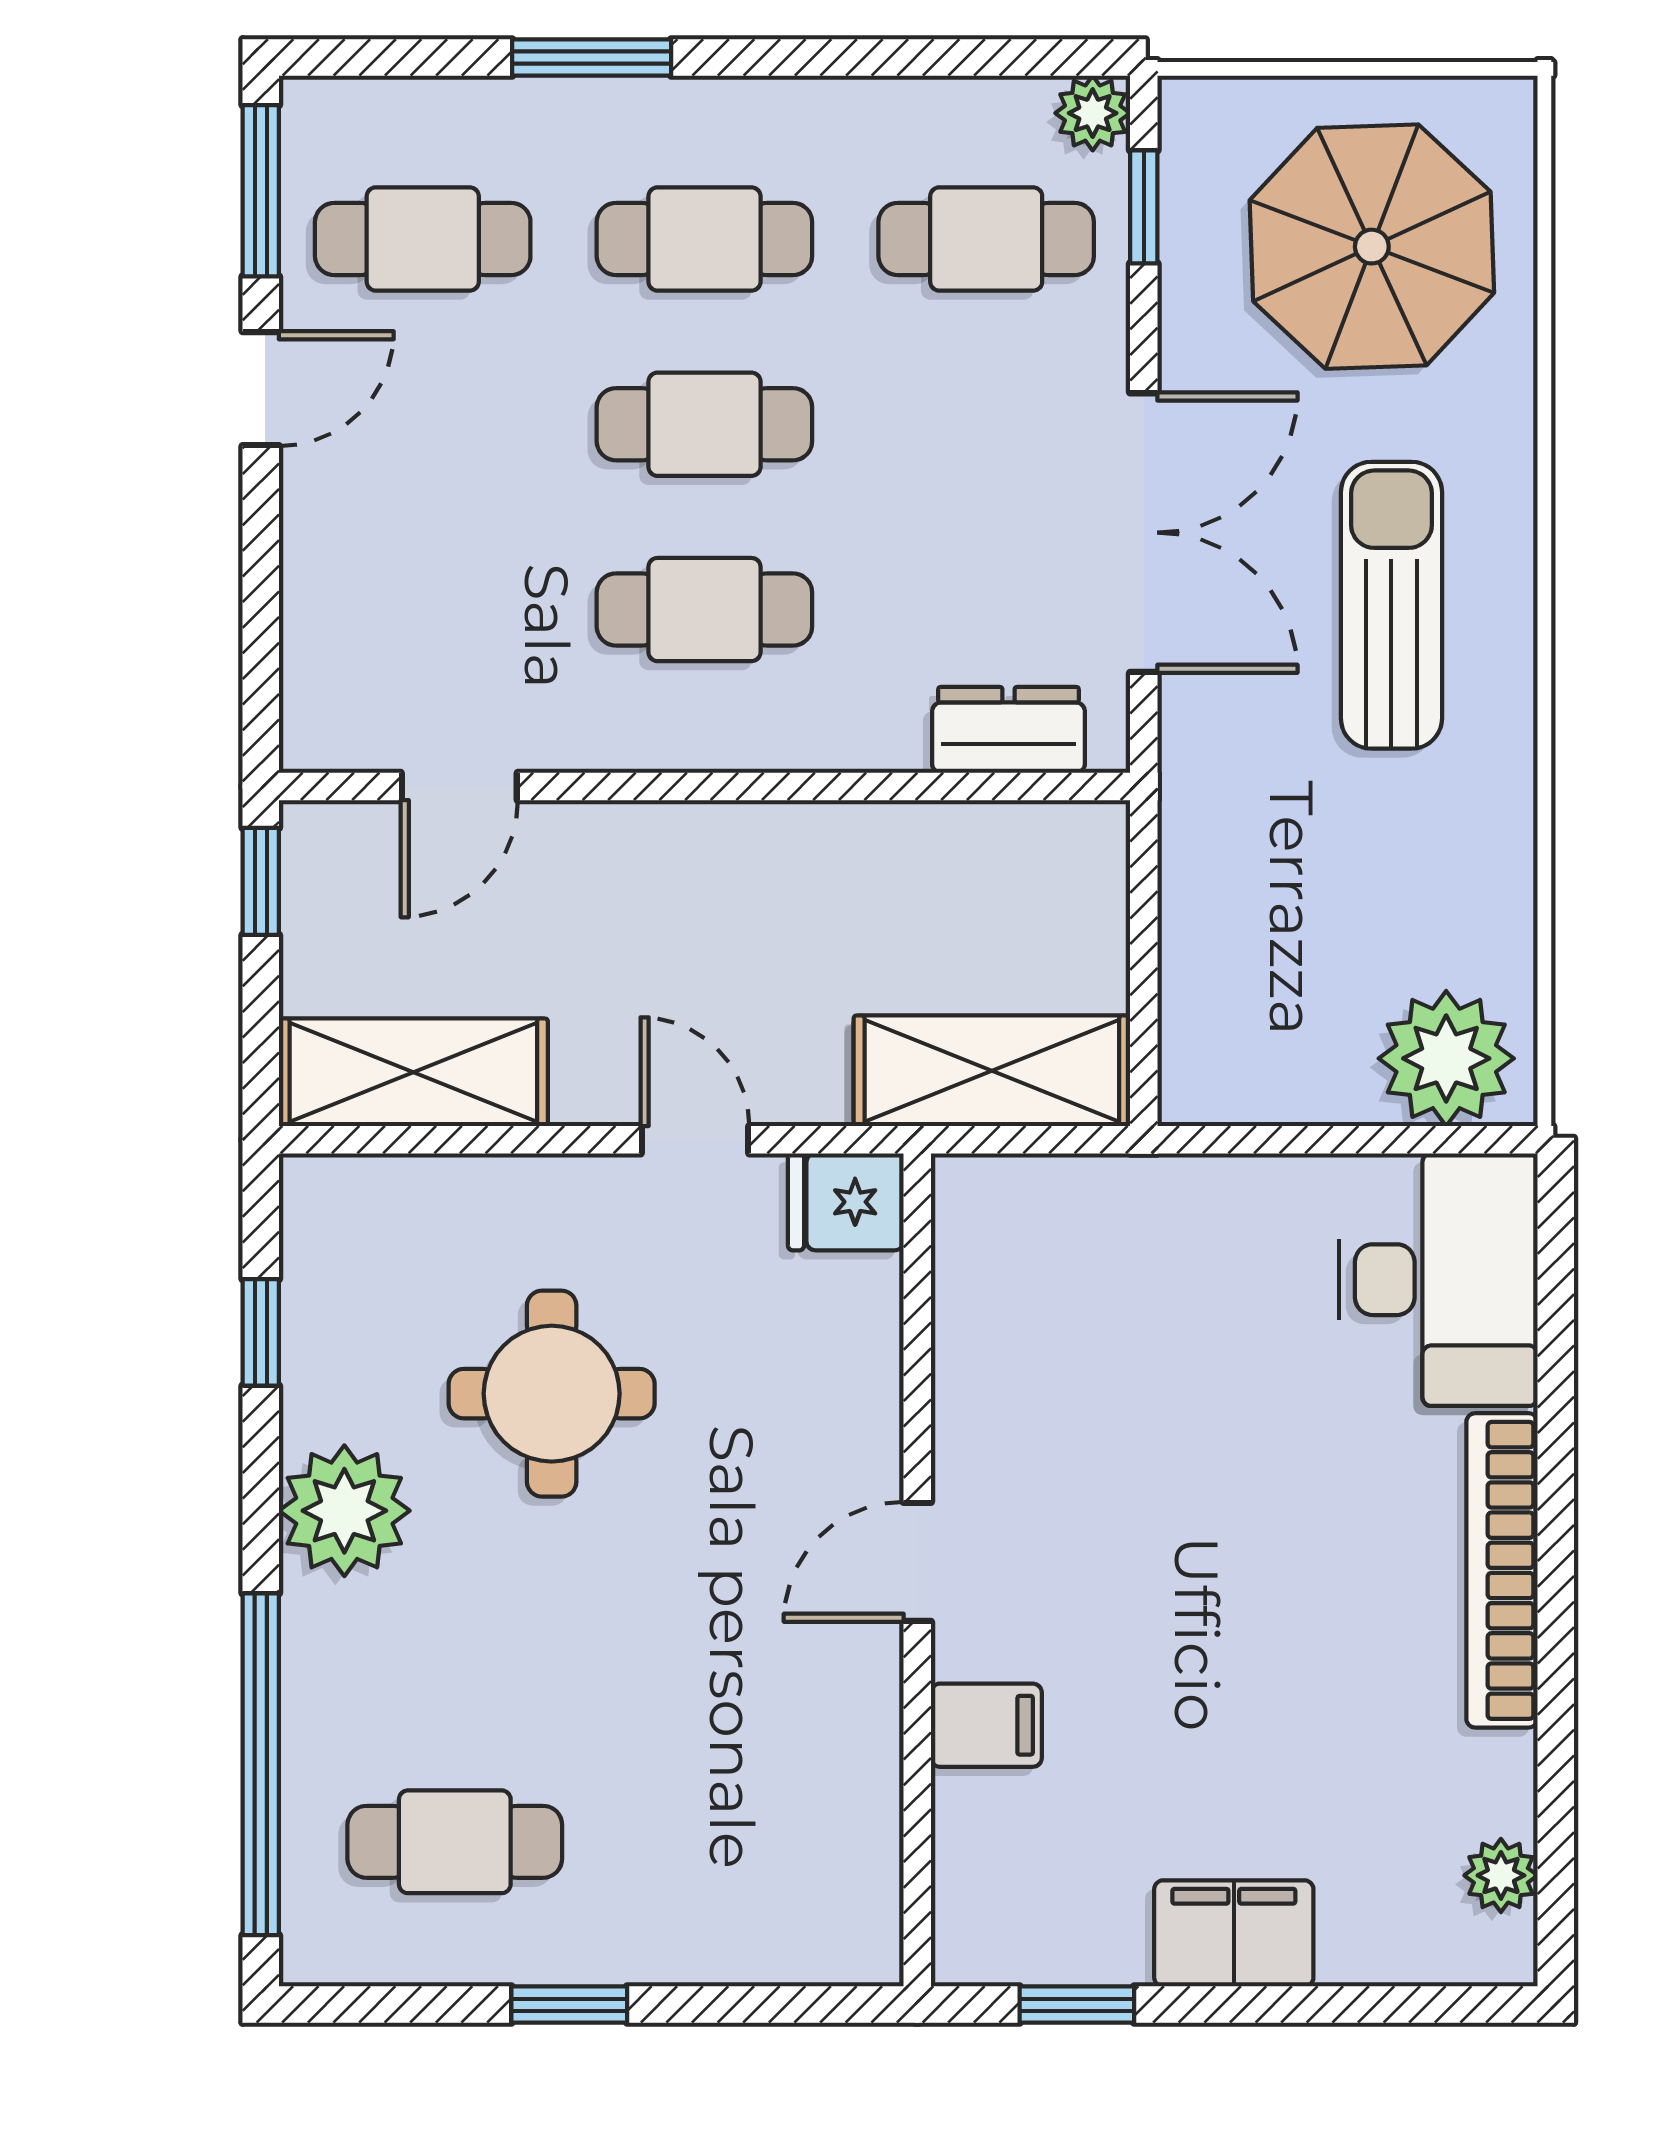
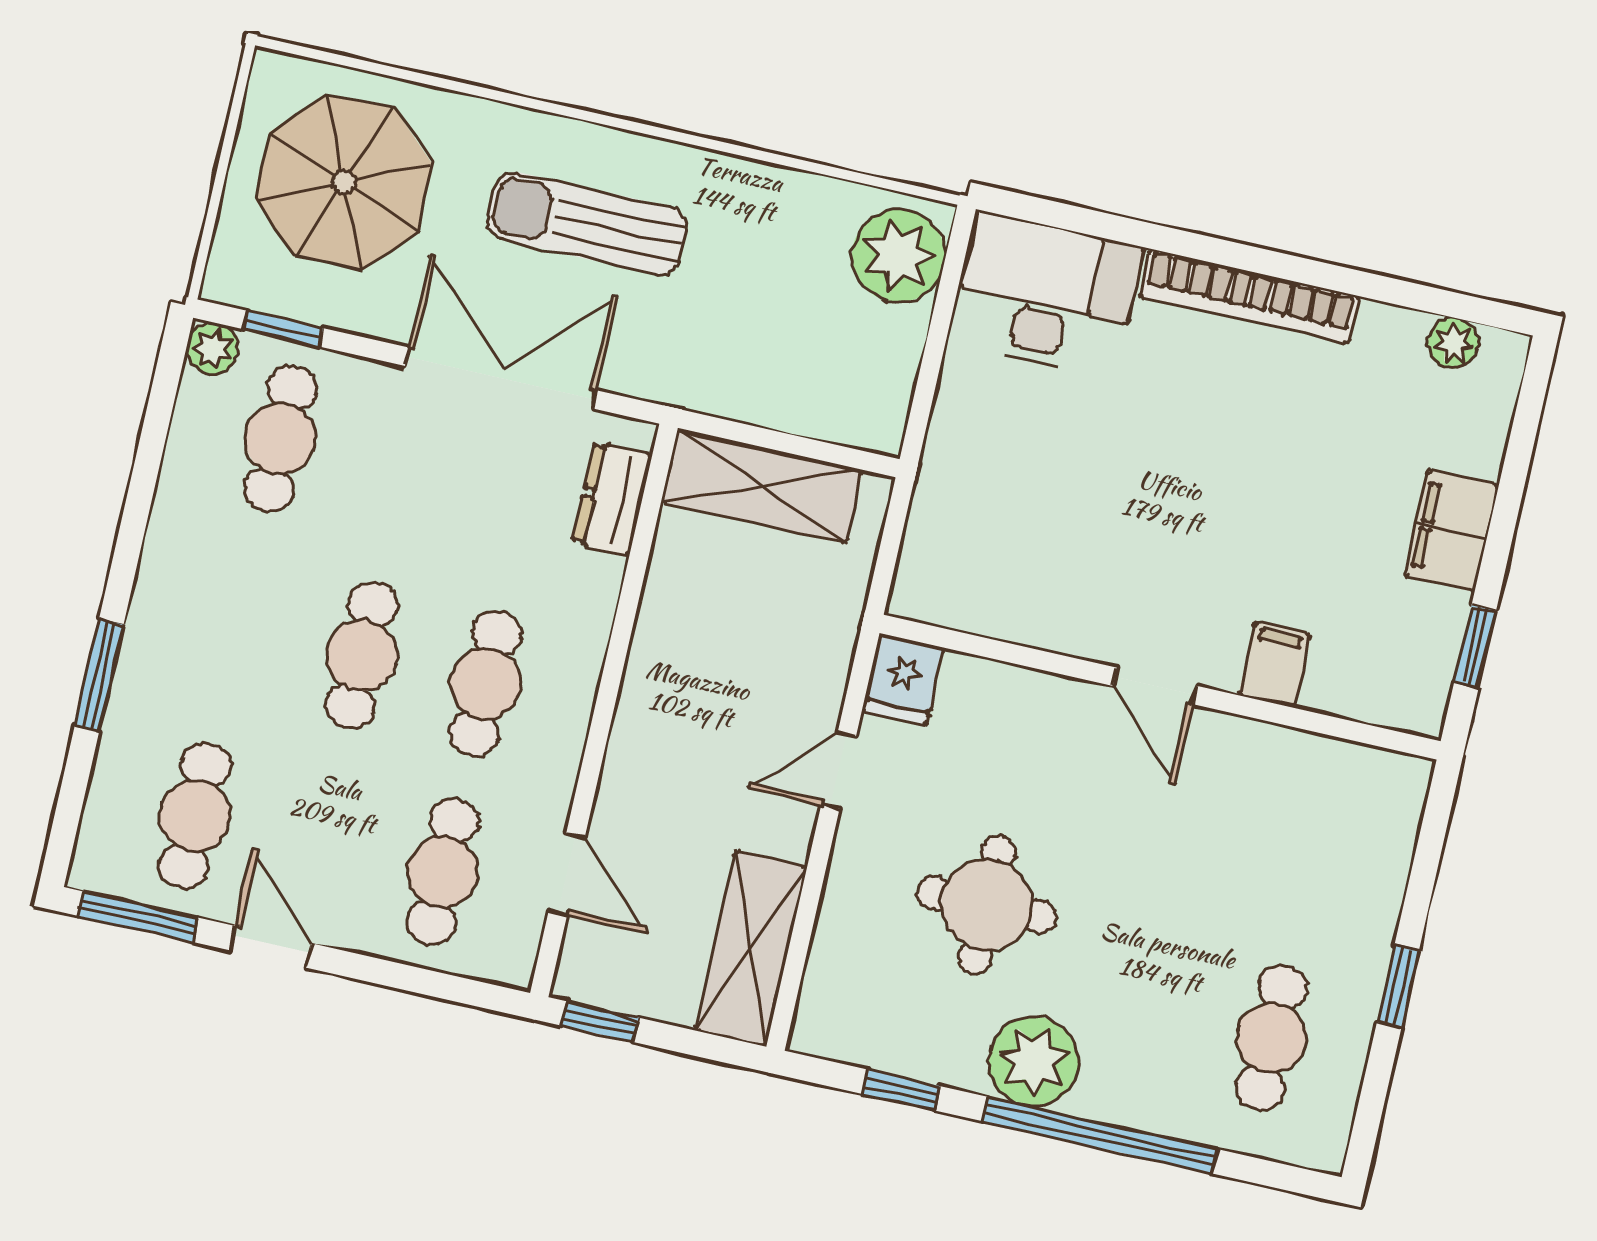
cafe table: (704, 239) -> (443, 872), moved
shelving: (992, 1071) -> (762, 486), moved, turned 90
window: (261, 1764) -> (1099, 1135), moved

